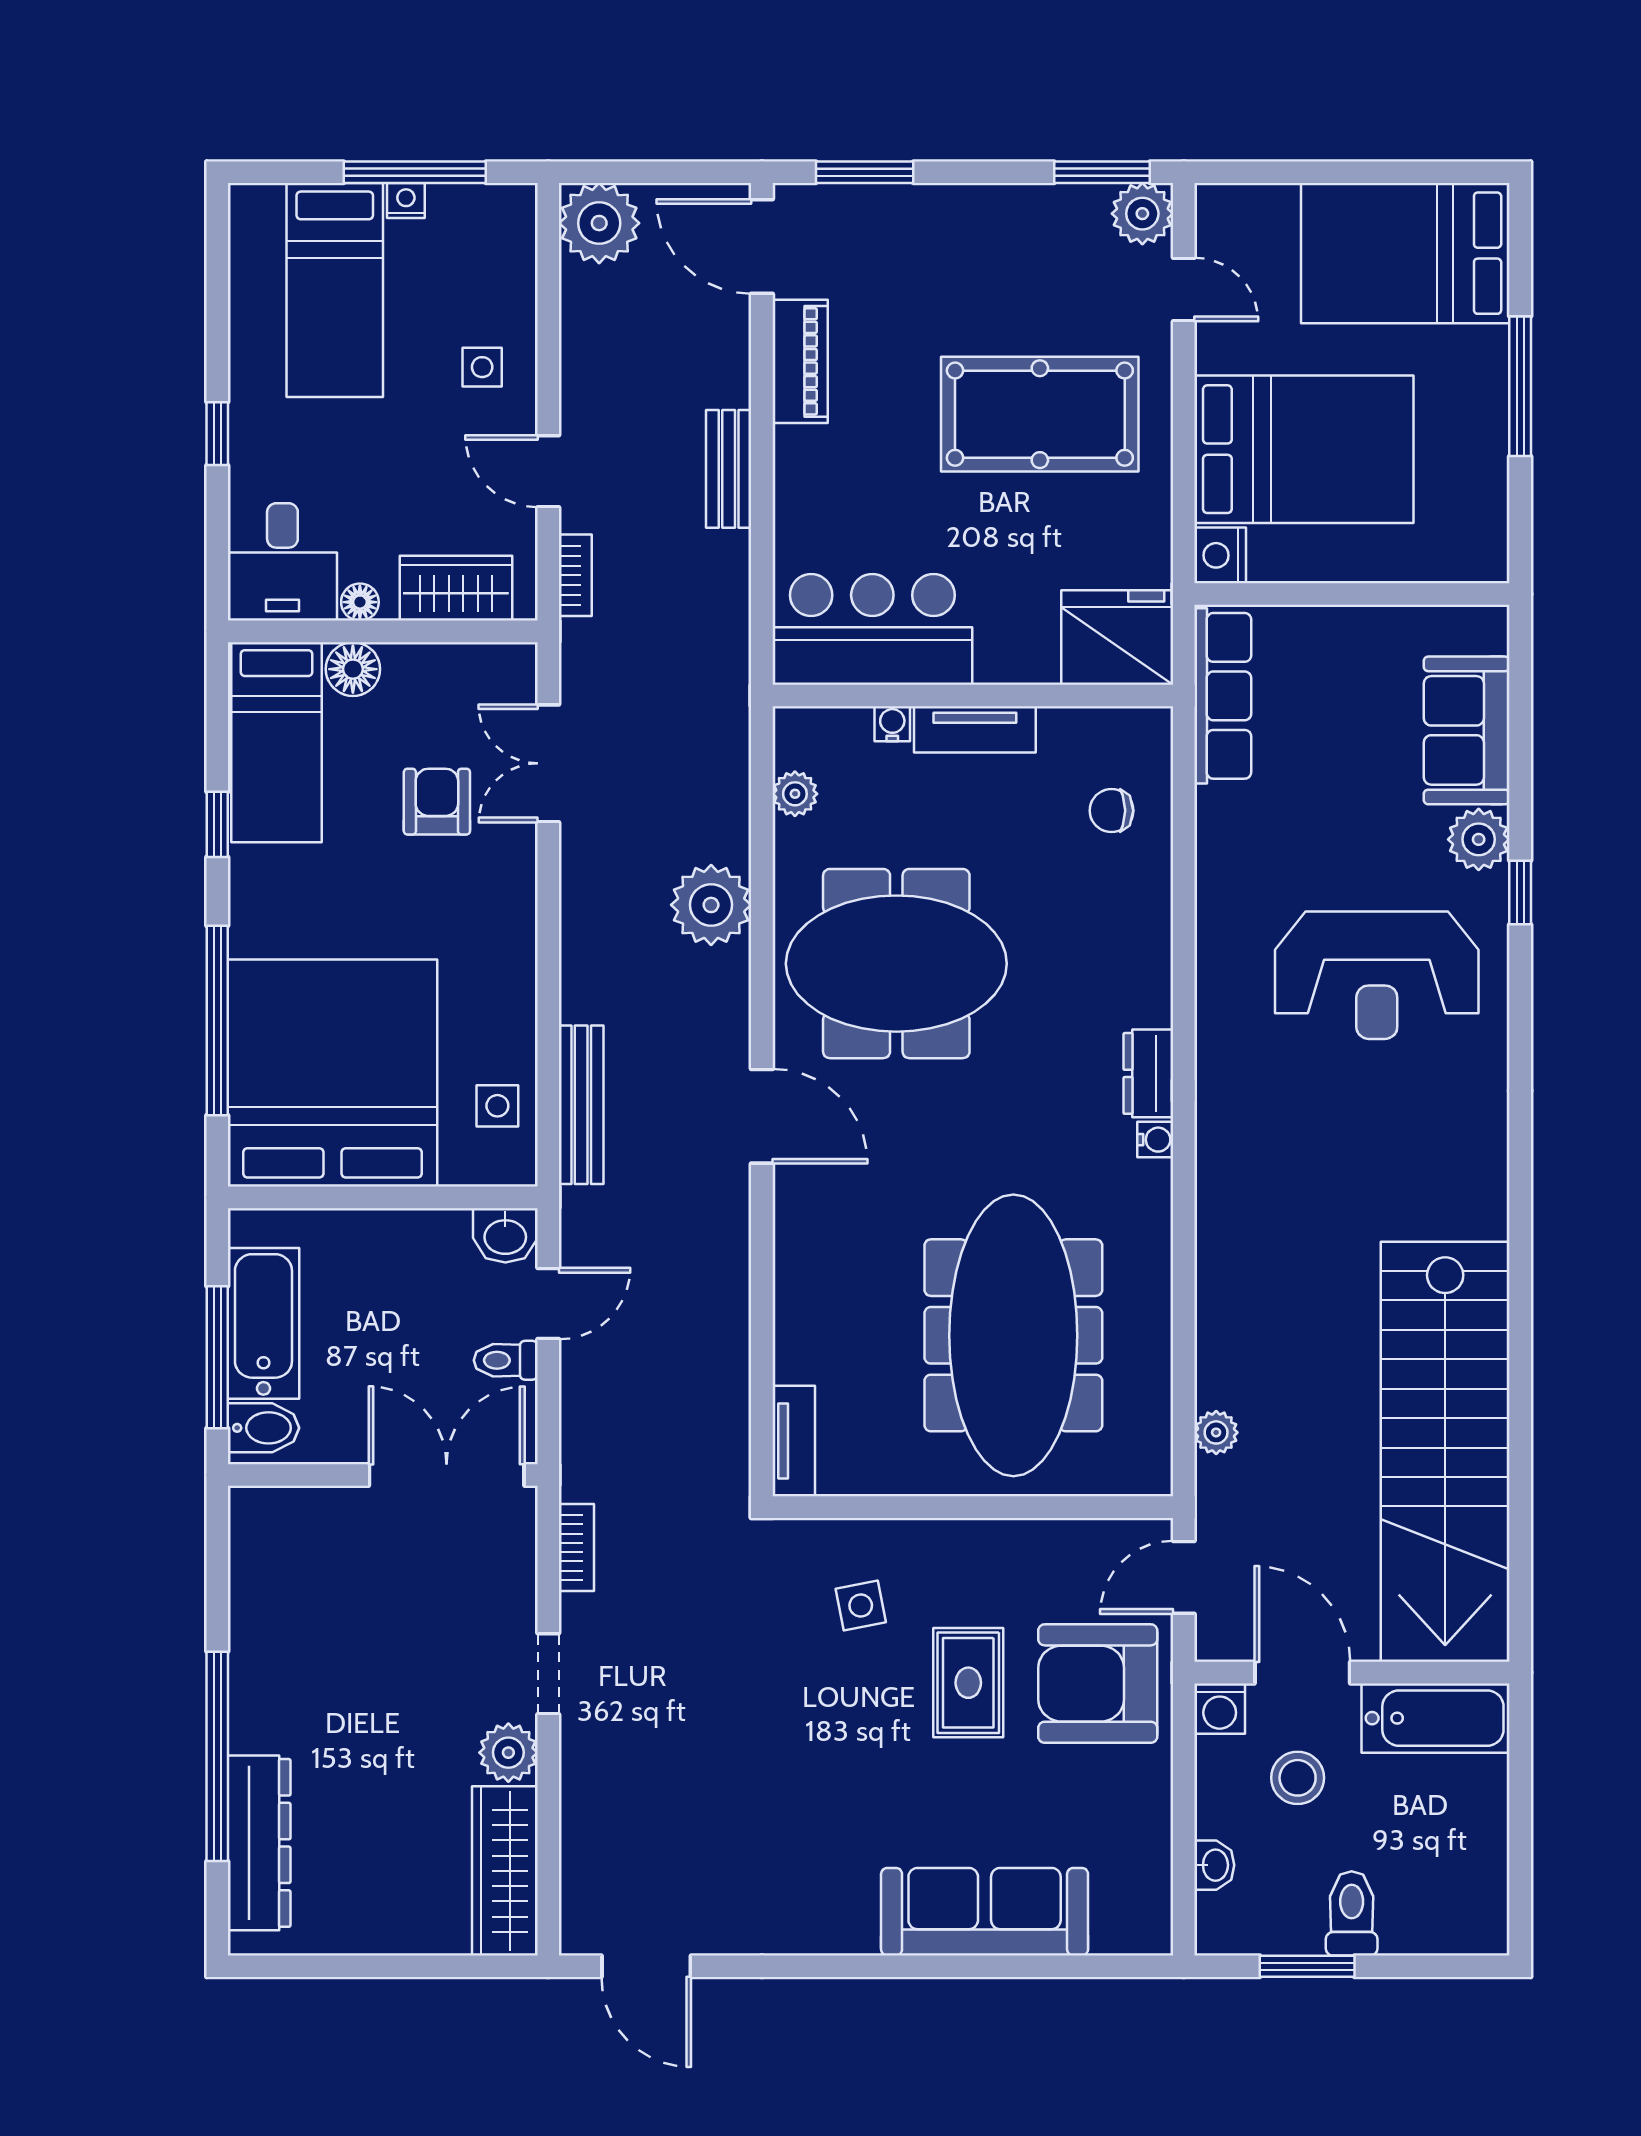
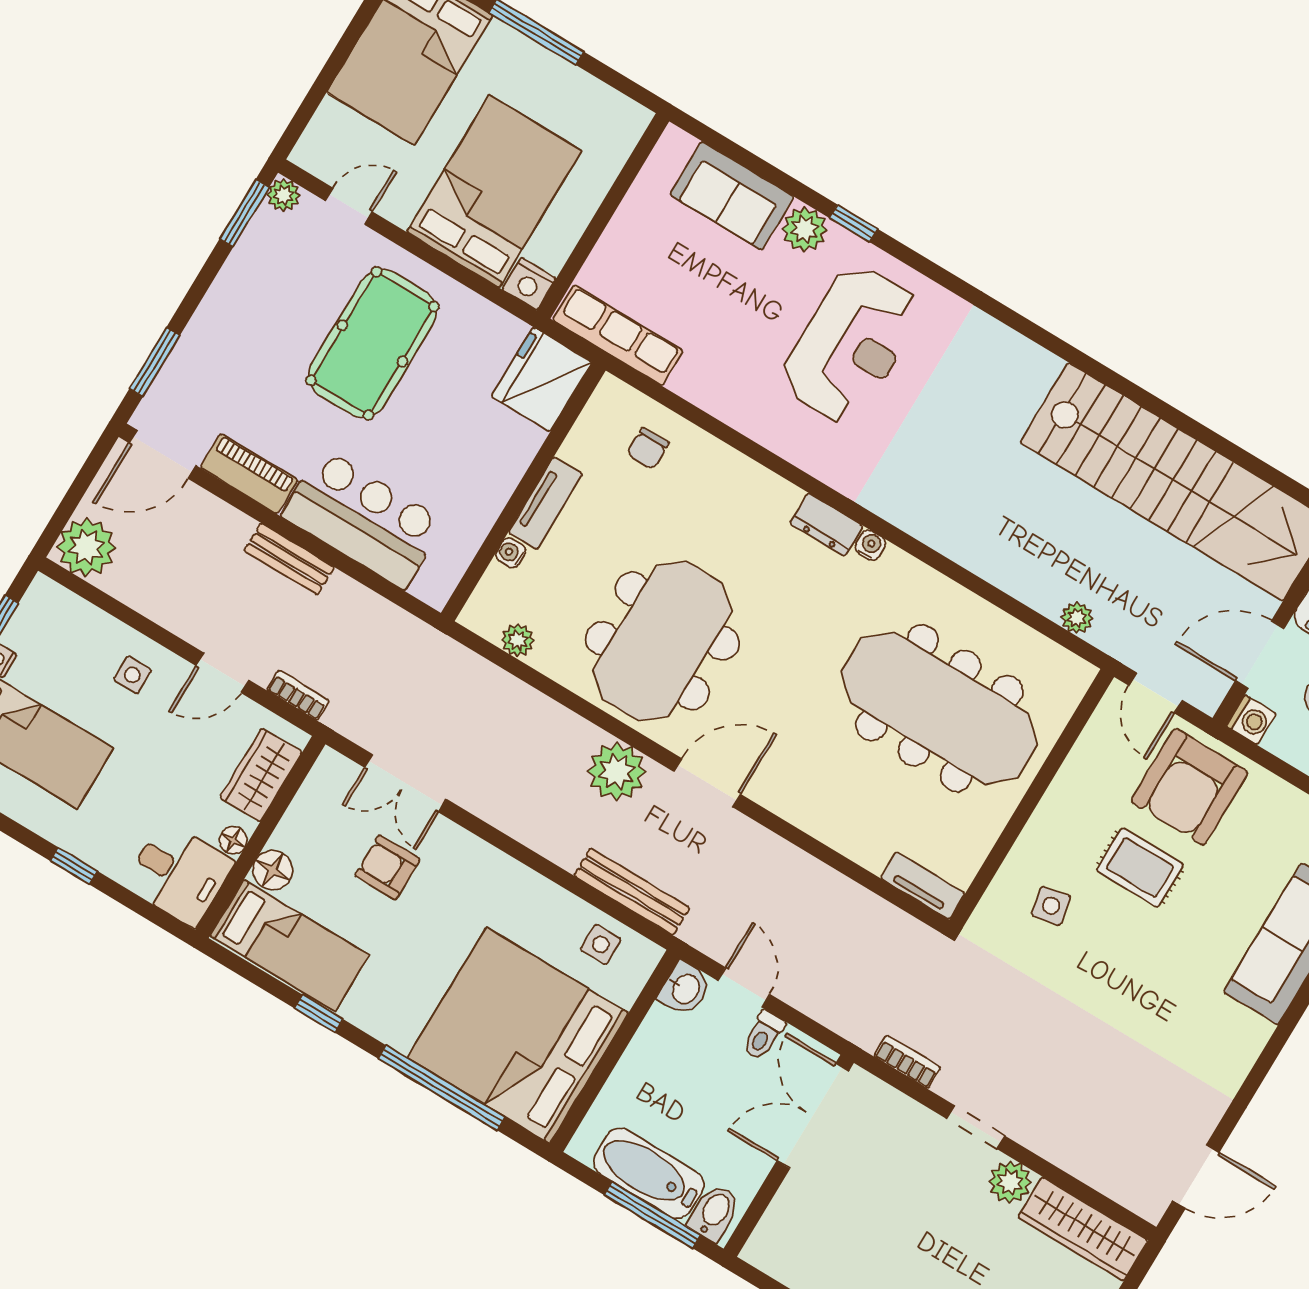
plant: (1142, 214) -> (284, 195), width x0.73, depth x0.73
bar counter: (872, 629) -> (363, 519), moved, turned 90
plant: (711, 905) -> (617, 772), moved

